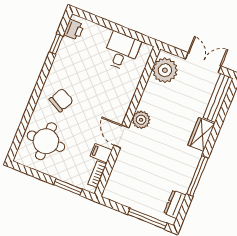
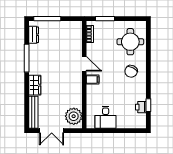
printer: (74, 30) -> (141, 107), moved
plant: (141, 120) -> (76, 79), removed
filing cabinet: (101, 153) -> (93, 80), moved

